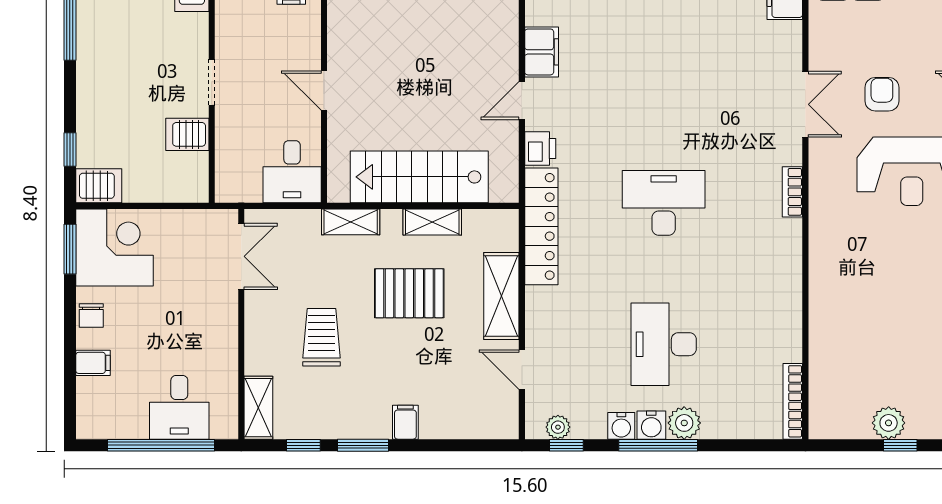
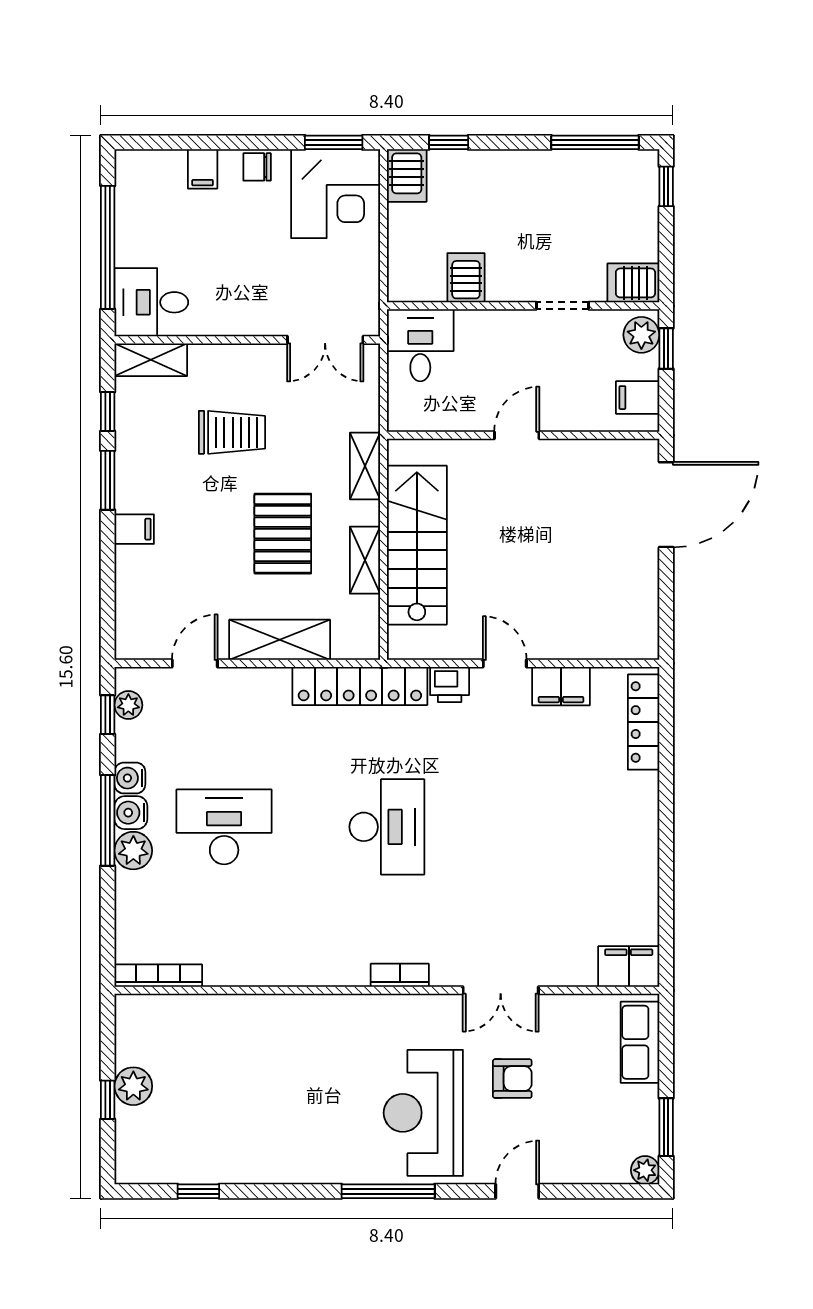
doorway: (212, 82) -> (562, 306), moved
desk: (292, 172) -> (420, 345), moved, turned 90
desk: (179, 407) -> (151, 302), moved

